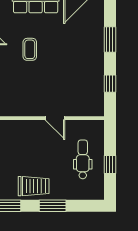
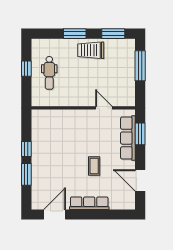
window: (110, 84) -> (26, 149), moved
door: (55, 118) -> (104, 108), moved

